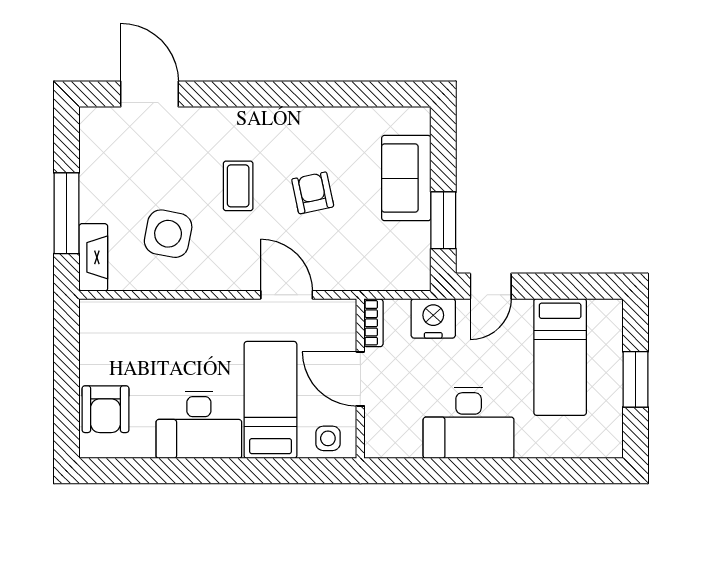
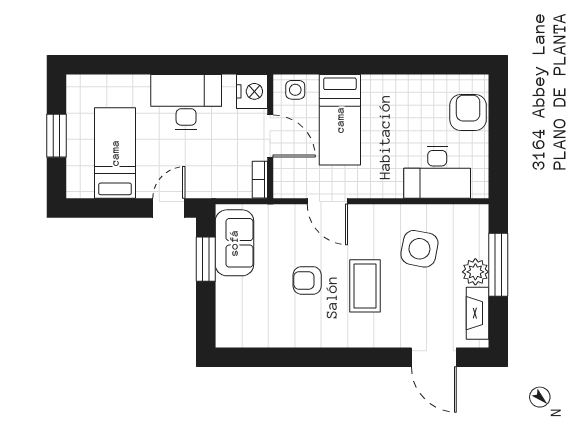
sofa: (406, 178) -> (234, 243), moved
coffee table: (238, 186) -> (365, 286), width x1.36, depth x1.30
armchair: (313, 193) -> (307, 280), turned 102
plant: (96, 204) -> (475, 272), added
fireplace: (93, 257) -> (478, 313), moved
nightstand: (433, 318) -> (252, 91), moved, turned -90
desk: (199, 425) -> (437, 172), moved, turned 180

